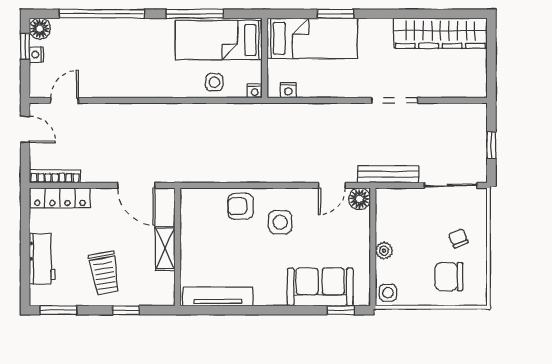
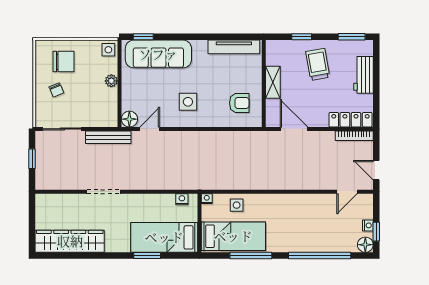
armchair: (240, 206) -> (239, 103), moved
sofa: (320, 287) -> (158, 54), width x1.36

